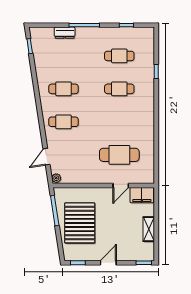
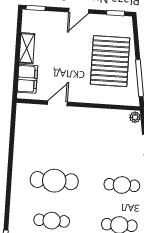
cafe table: (119, 155) -> (54, 181), moved
filing cabinet: (142, 195) -> (27, 79), moved, turned 90

